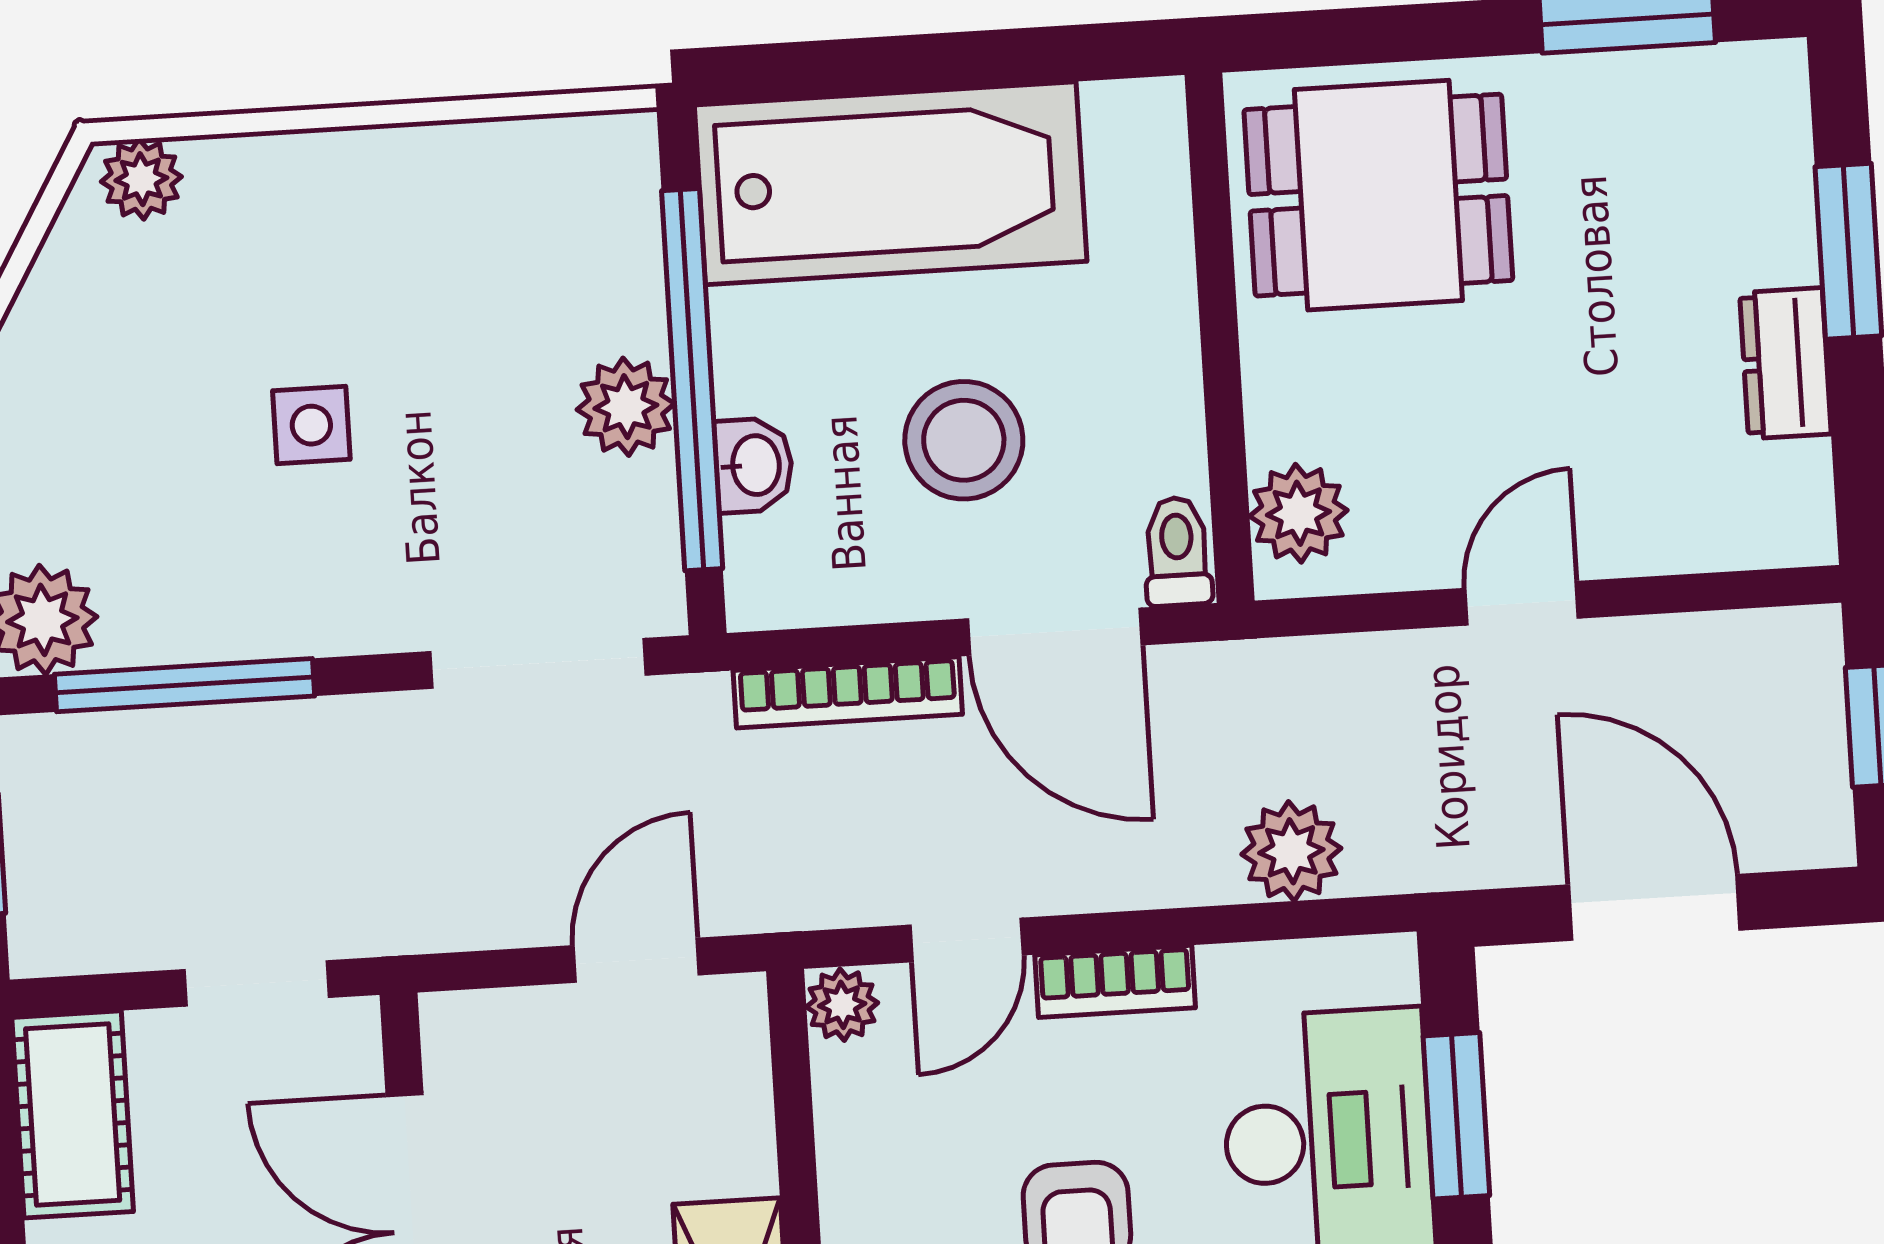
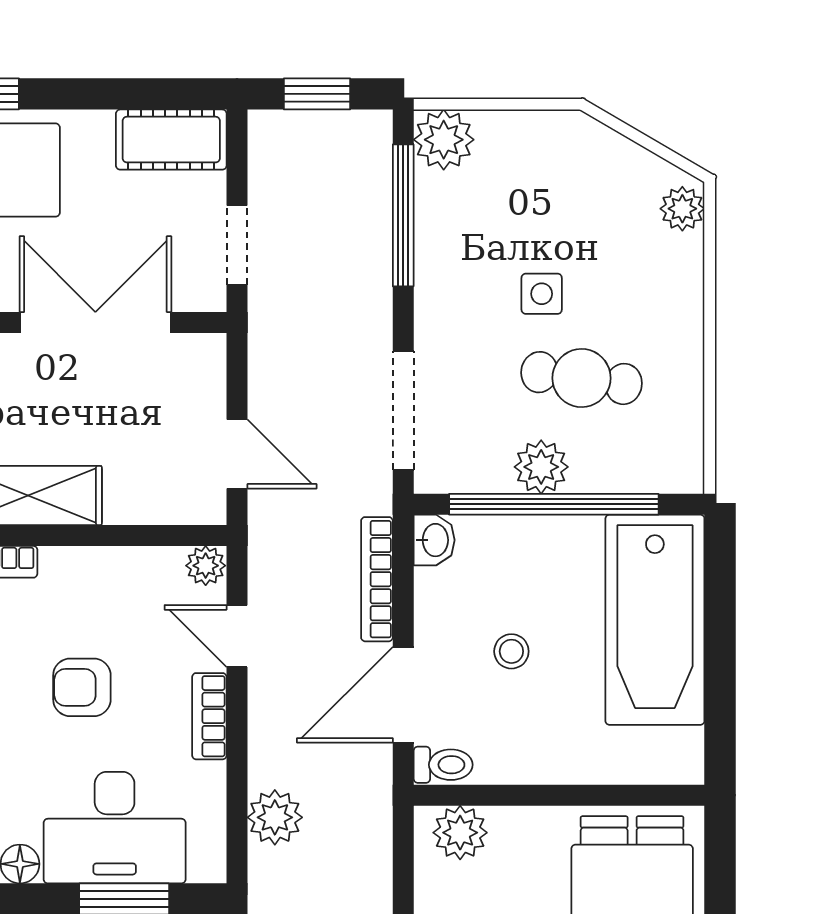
cafe table: (460, 343) -> (582, 378), added
stool: (964, 440) -> (511, 651), width x0.53, depth x0.53
washbasin: (754, 465) -> (434, 540), moved, turned -90

